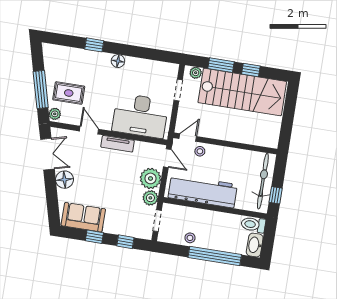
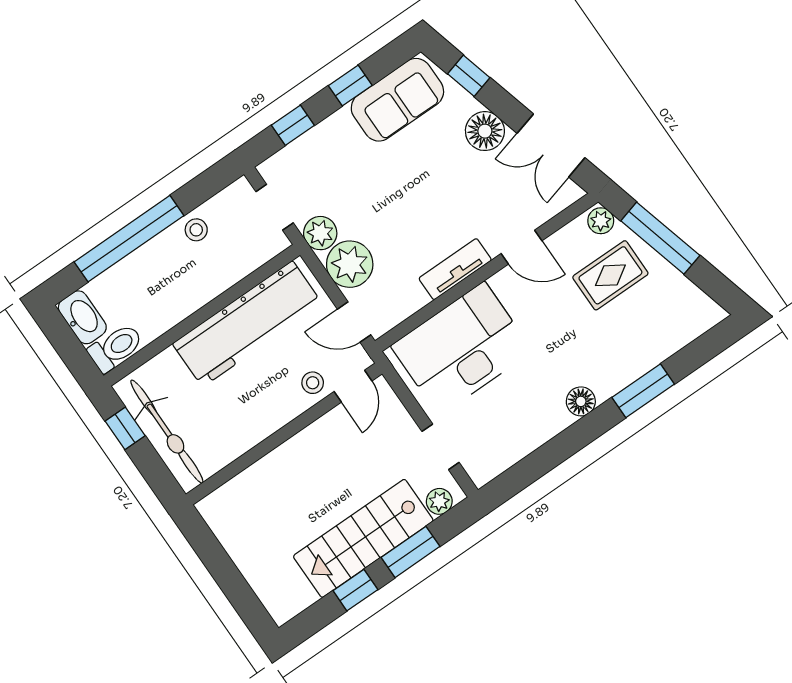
window: (94, 45) -> (643, 391), width x1.50
stairs: (242, 92) -> (363, 538), width x0.73, depth x0.66
window: (52, 203) -> (469, 76), added

